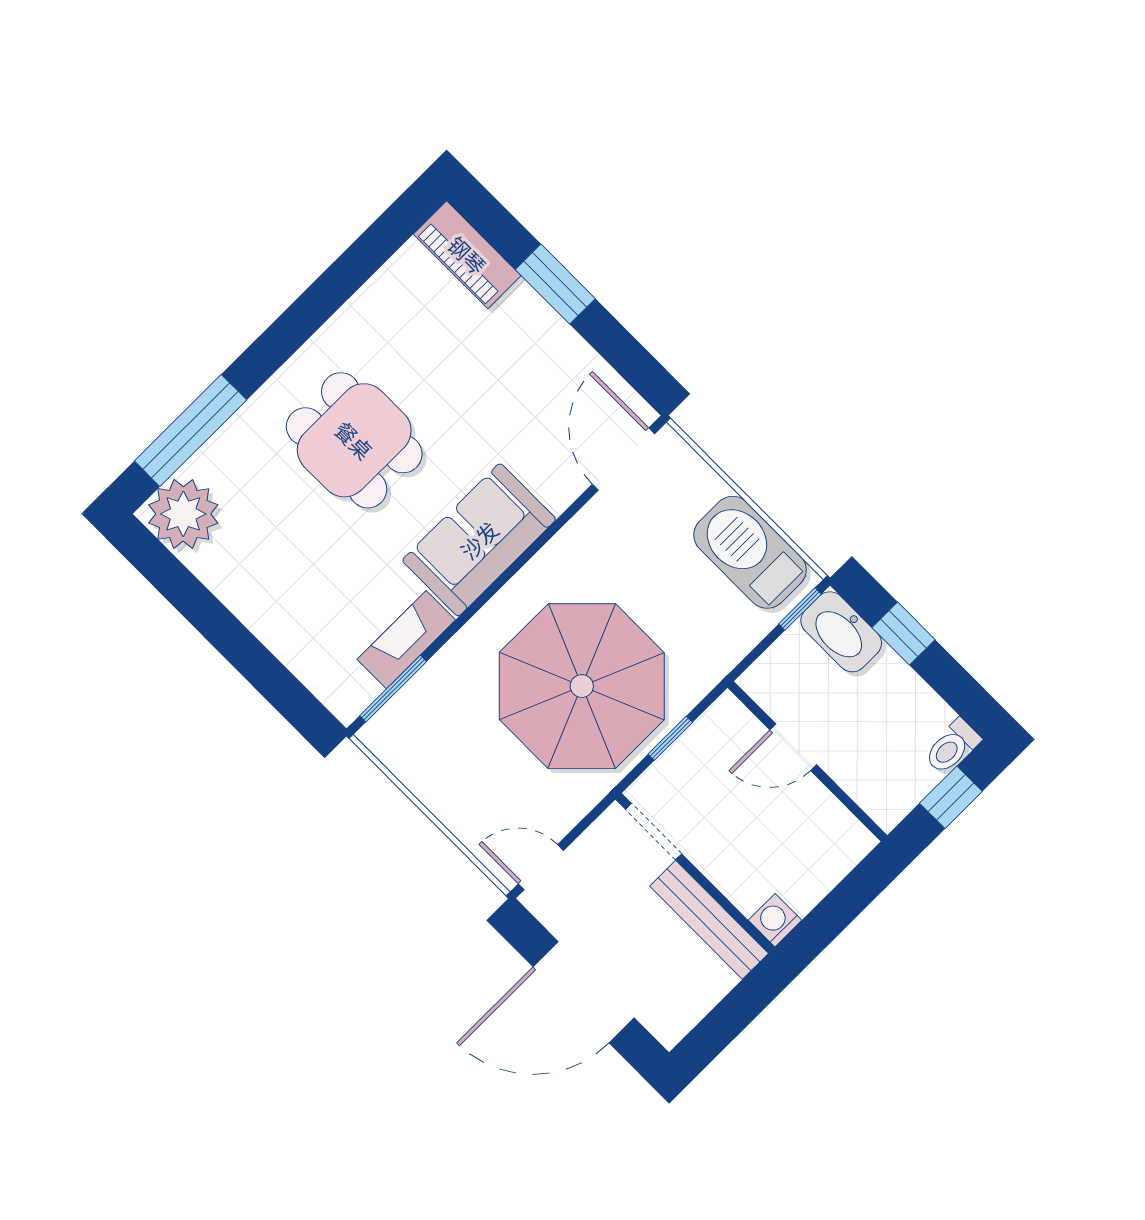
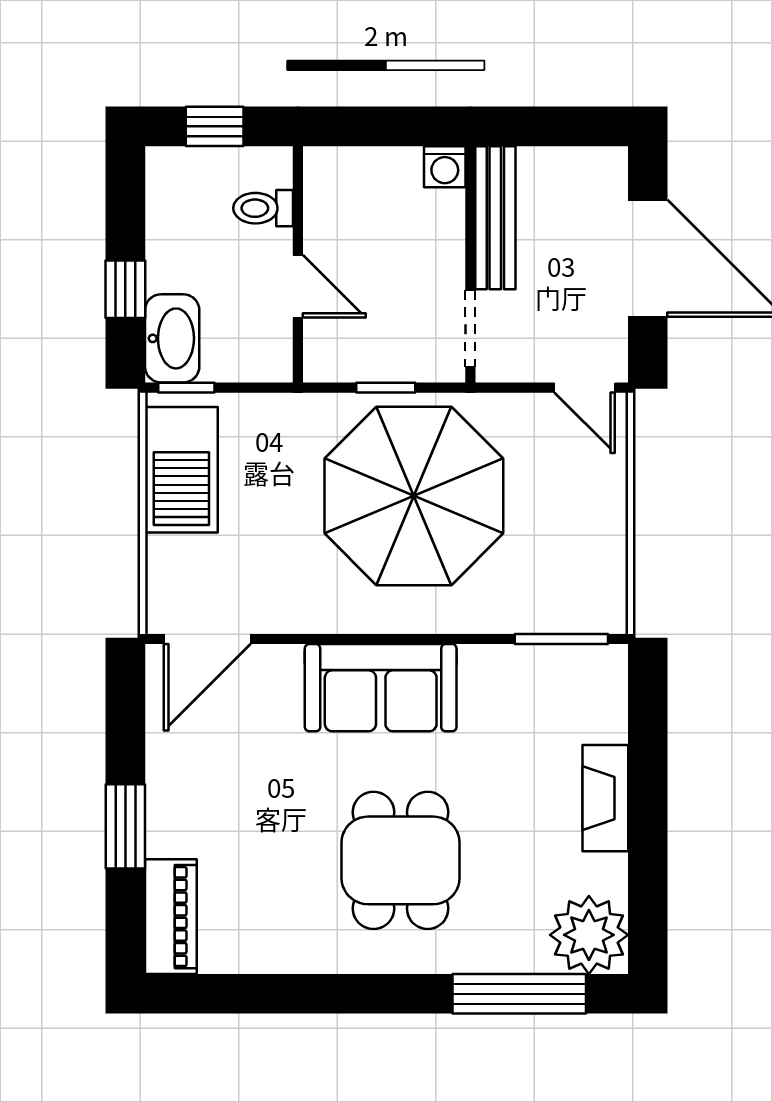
fireplace: (406, 640) -> (605, 798), moved, turned 90
toilet: (952, 747) -> (263, 208), moved, turned 180

